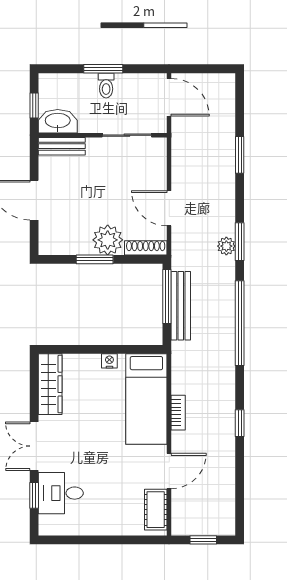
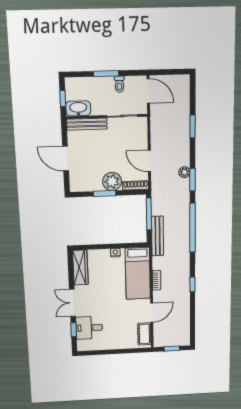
toilet: (106, 86) -> (119, 84), moved
bench: (62, 146) -> (87, 124), width x1.36
plant: (226, 246) -> (184, 172), moved
bench: (181, 306) -> (158, 236), moved

